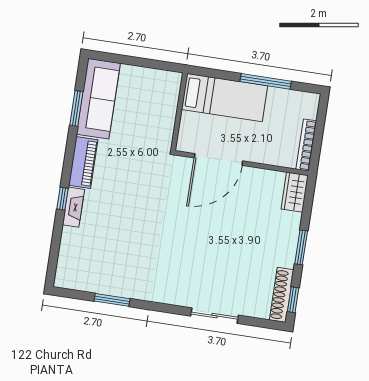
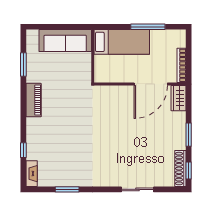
sofa: (98, 99) -> (65, 41), moved, turned 90
door: (219, 159) -> (151, 84), moved
window: (62, 199) -> (23, 150), moved
fireplace: (73, 207) -> (32, 174), moved

